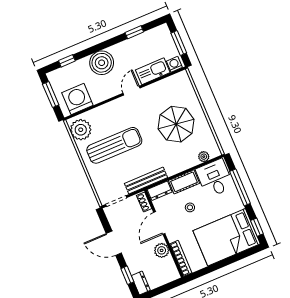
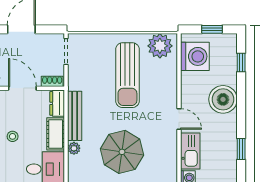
window: (51, 94) -> (212, 29), width x0.67
plant: (204, 157) -> (74, 148), moved
bench: (146, 181) -> (75, 116), moved
stool: (190, 207) -> (13, 136), moved

